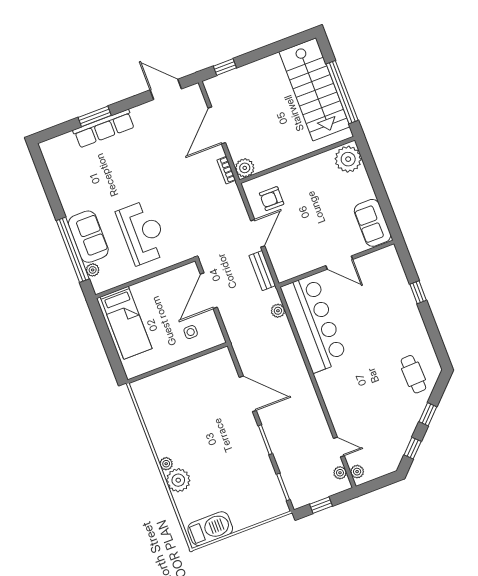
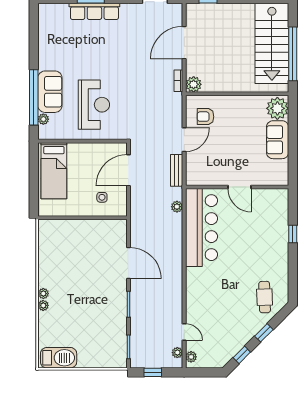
sofa: (373, 223) -> (278, 140), moved
plant: (178, 480) -> (43, 305), width x0.53, depth x0.53

